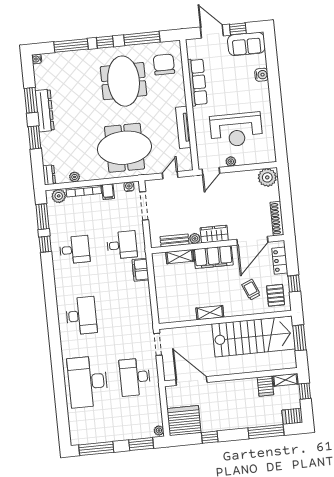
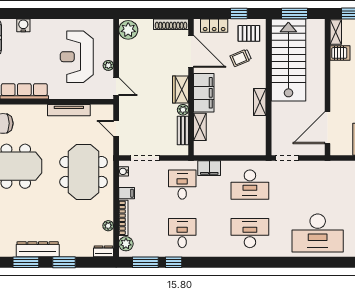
reception desk: (236, 130) -> (77, 57), turned 180
desk: (135, 377) -> (250, 185), moved

